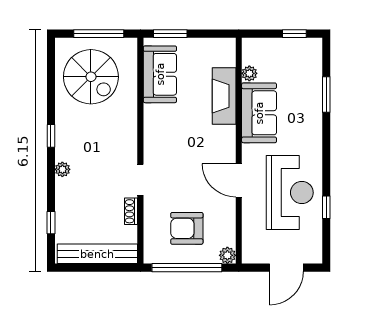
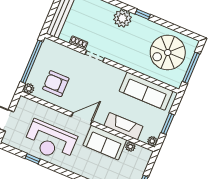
window: (170, 34) -> (168, 124), moved
plant: (228, 45) -> (152, 141), added
sofa: (160, 74) -> (146, 91), width x1.36
plant: (62, 169) -> (122, 18), width x1.88, depth x1.88
door: (239, 180) -> (82, 119), moved
armchair: (187, 228) -> (56, 84), moved, turned -90

